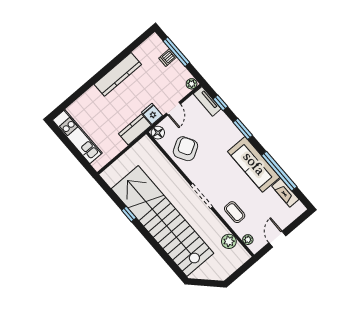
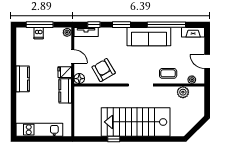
kitchen counter: (118, 74) -> (23, 79), width x0.67
fireplace: (285, 193) -> (193, 32), moved
stairs: (163, 221) -> (136, 122), width x0.73

